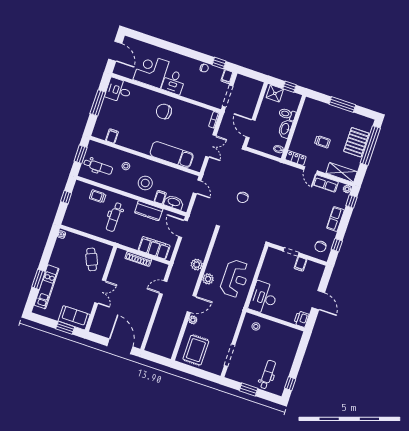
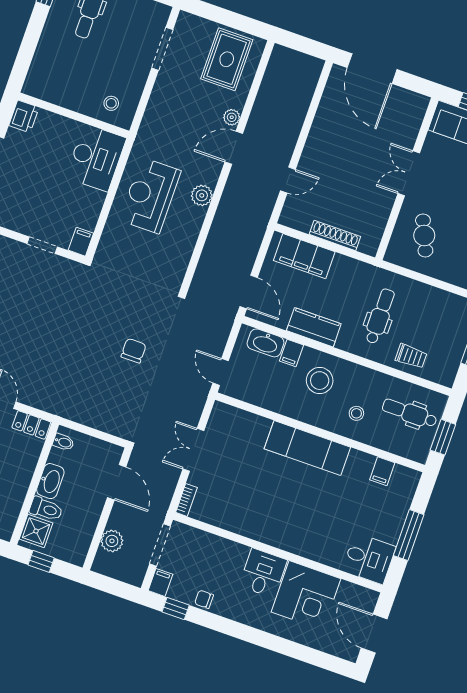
shower: (275, 93) -> (36, 531), moved
chair: (164, 111) -> (282, 517), removed
exam couch: (172, 155) -> (307, 448), moved
filing cabinet: (300, 264) -> (81, 242), moved
plant: (197, 265) -> (112, 541), moved

